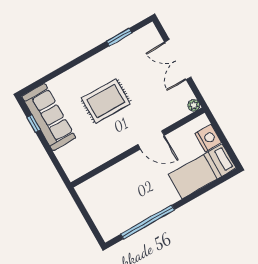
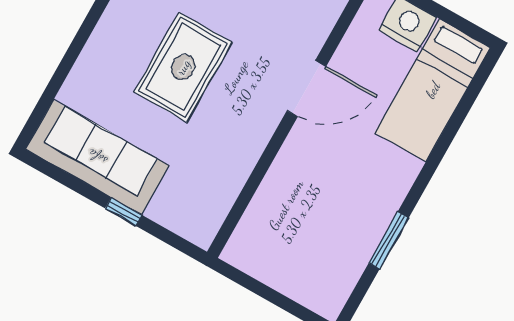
window: (34, 124) -> (124, 212), moved
window: (148, 222) -> (389, 240), width x0.47

